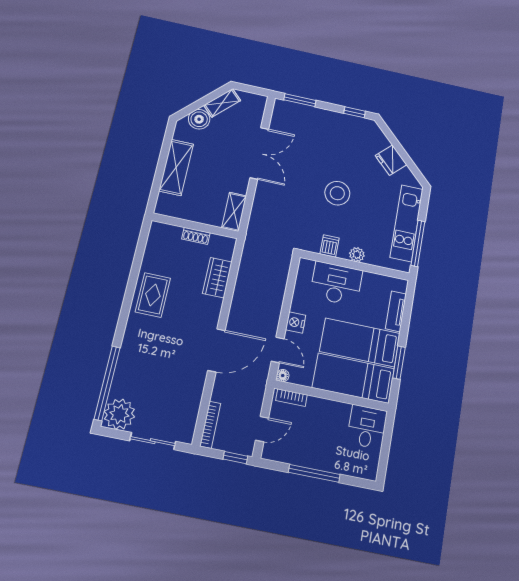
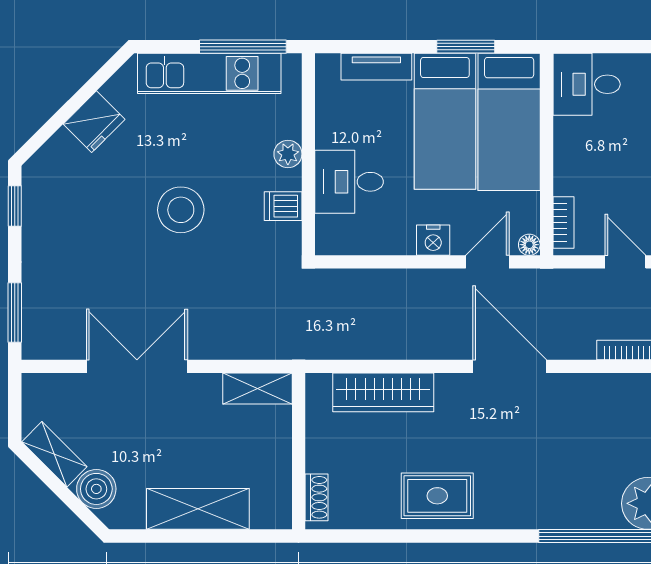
shoe rack: (196, 236) -> (317, 497), moved
wardrobe: (217, 278) -> (383, 392), width x1.50
desk: (336, 284) -> (349, 182), width x0.73

